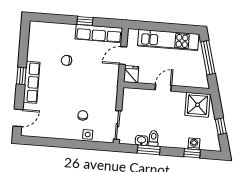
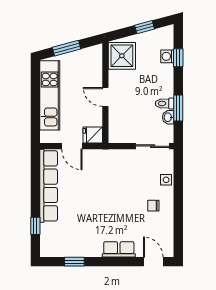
window: (85, 21) -> (35, 226), moved
row of seats: (99, 34) -> (49, 186), width x1.36
window: (208, 58) -> (66, 48), width x0.69
chair: (66, 60) -> (83, 211), removed
window: (21, 76) -> (74, 262), moved
row of seats: (31, 82) -> (119, 249), width x0.68
chair: (83, 115) -> (153, 206), moved

